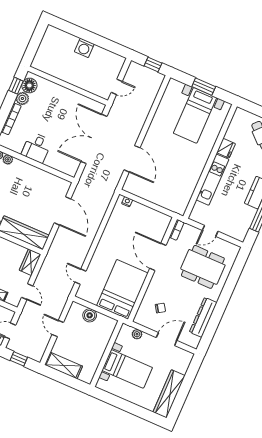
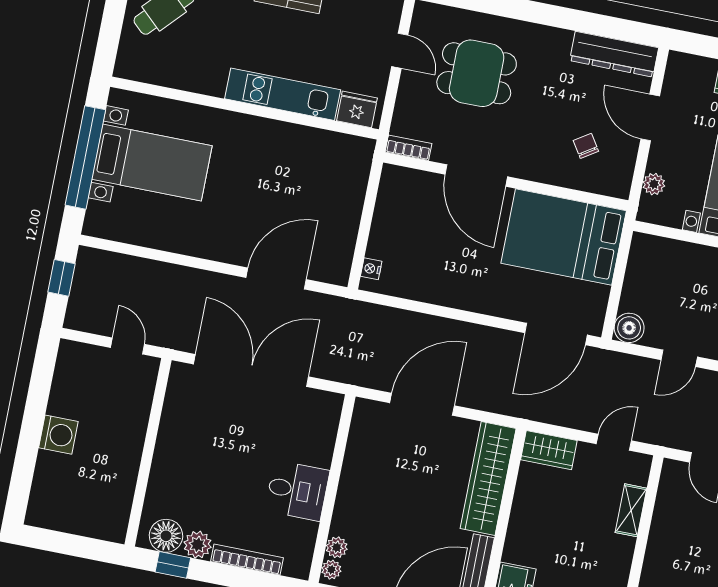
window: (204, 87) -> (85, 157), width x2.11
double door: (94, 139) -> (251, 370), swing flipped
fridge: (226, 148) -> (357, 109), moved
door: (210, 231) -> (400, 51), moved
door: (158, 257) -> (476, 176), hinge flipped
dining table: (203, 267) -> (477, 73), width x0.73
door: (80, 277) -> (556, 334), width x1.87
boiler: (90, 315) -> (629, 328), moved
dresser: (203, 317) -> (614, 54), moved

